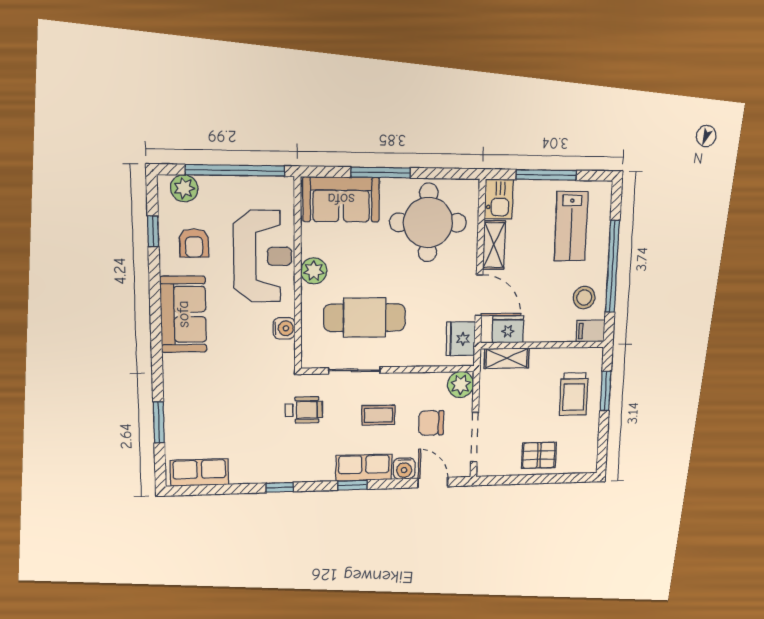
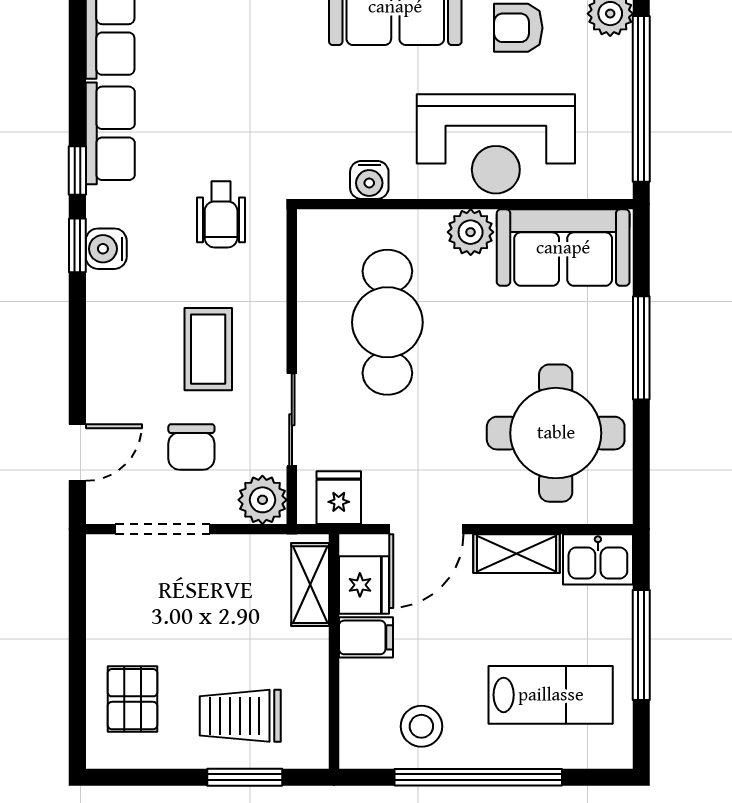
sofa: (341, 199) -> (563, 248), moved, turned -90
lab bench: (571, 226) -> (551, 695), turned 180
filing cabinet: (591, 331) -> (366, 637), moved, turned 90
fridge: (461, 339) -> (339, 498), width x0.72
sliding door: (354, 370) -> (292, 420), moved
coffee table: (378, 415) -> (208, 349), width x1.36, depth x1.30
chair: (431, 423) -> (191, 447), turned 180
pallet: (539, 455) -> (133, 699), moved
row of seats: (364, 468) -> (110, 133), moved
water cooler: (404, 468) -> (106, 249), moved
window: (352, 485) -> (77, 245), moved

